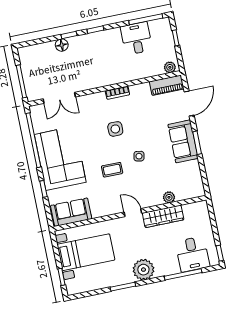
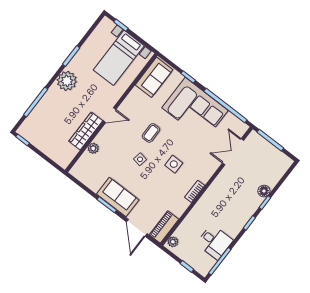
desk: (193, 254) -> (41, 122), removed

